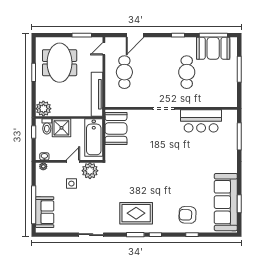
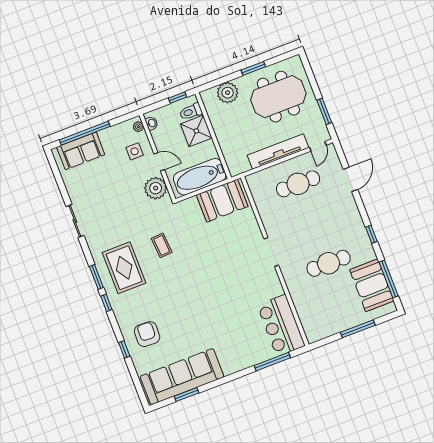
door: (135, 35) -> (350, 179), swing flipped
door: (104, 49) -> (318, 146), swing flipped
tv unit: (97, 94) -> (278, 151), moved
plant: (43, 109) -> (228, 93), moved
bar counter: (201, 121) -> (281, 325), moved
coffee table: (131, 182) -> (162, 245), added
side table: (71, 184) -> (135, 151), moved

